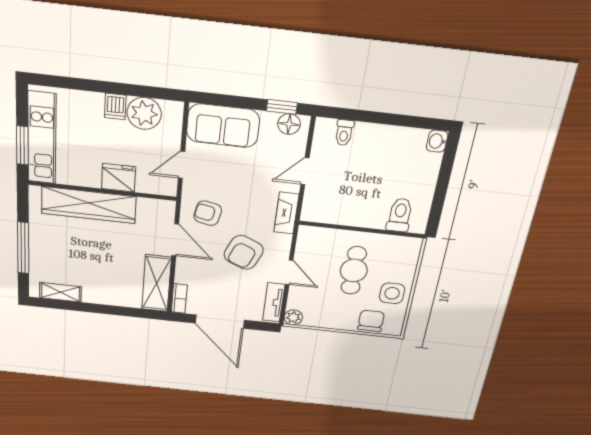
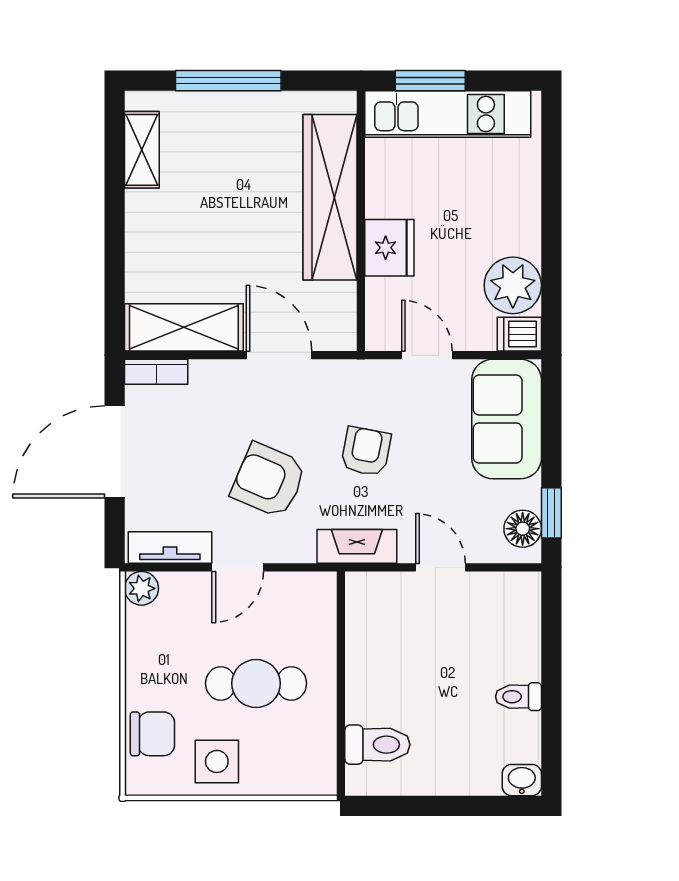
dishwasher: (115, 106) -> (519, 334), moved
toilet: (344, 133) -> (518, 697), moved
armchair: (208, 213) -> (366, 451), moved
door: (175, 240) -> (279, 355), swing flipped

